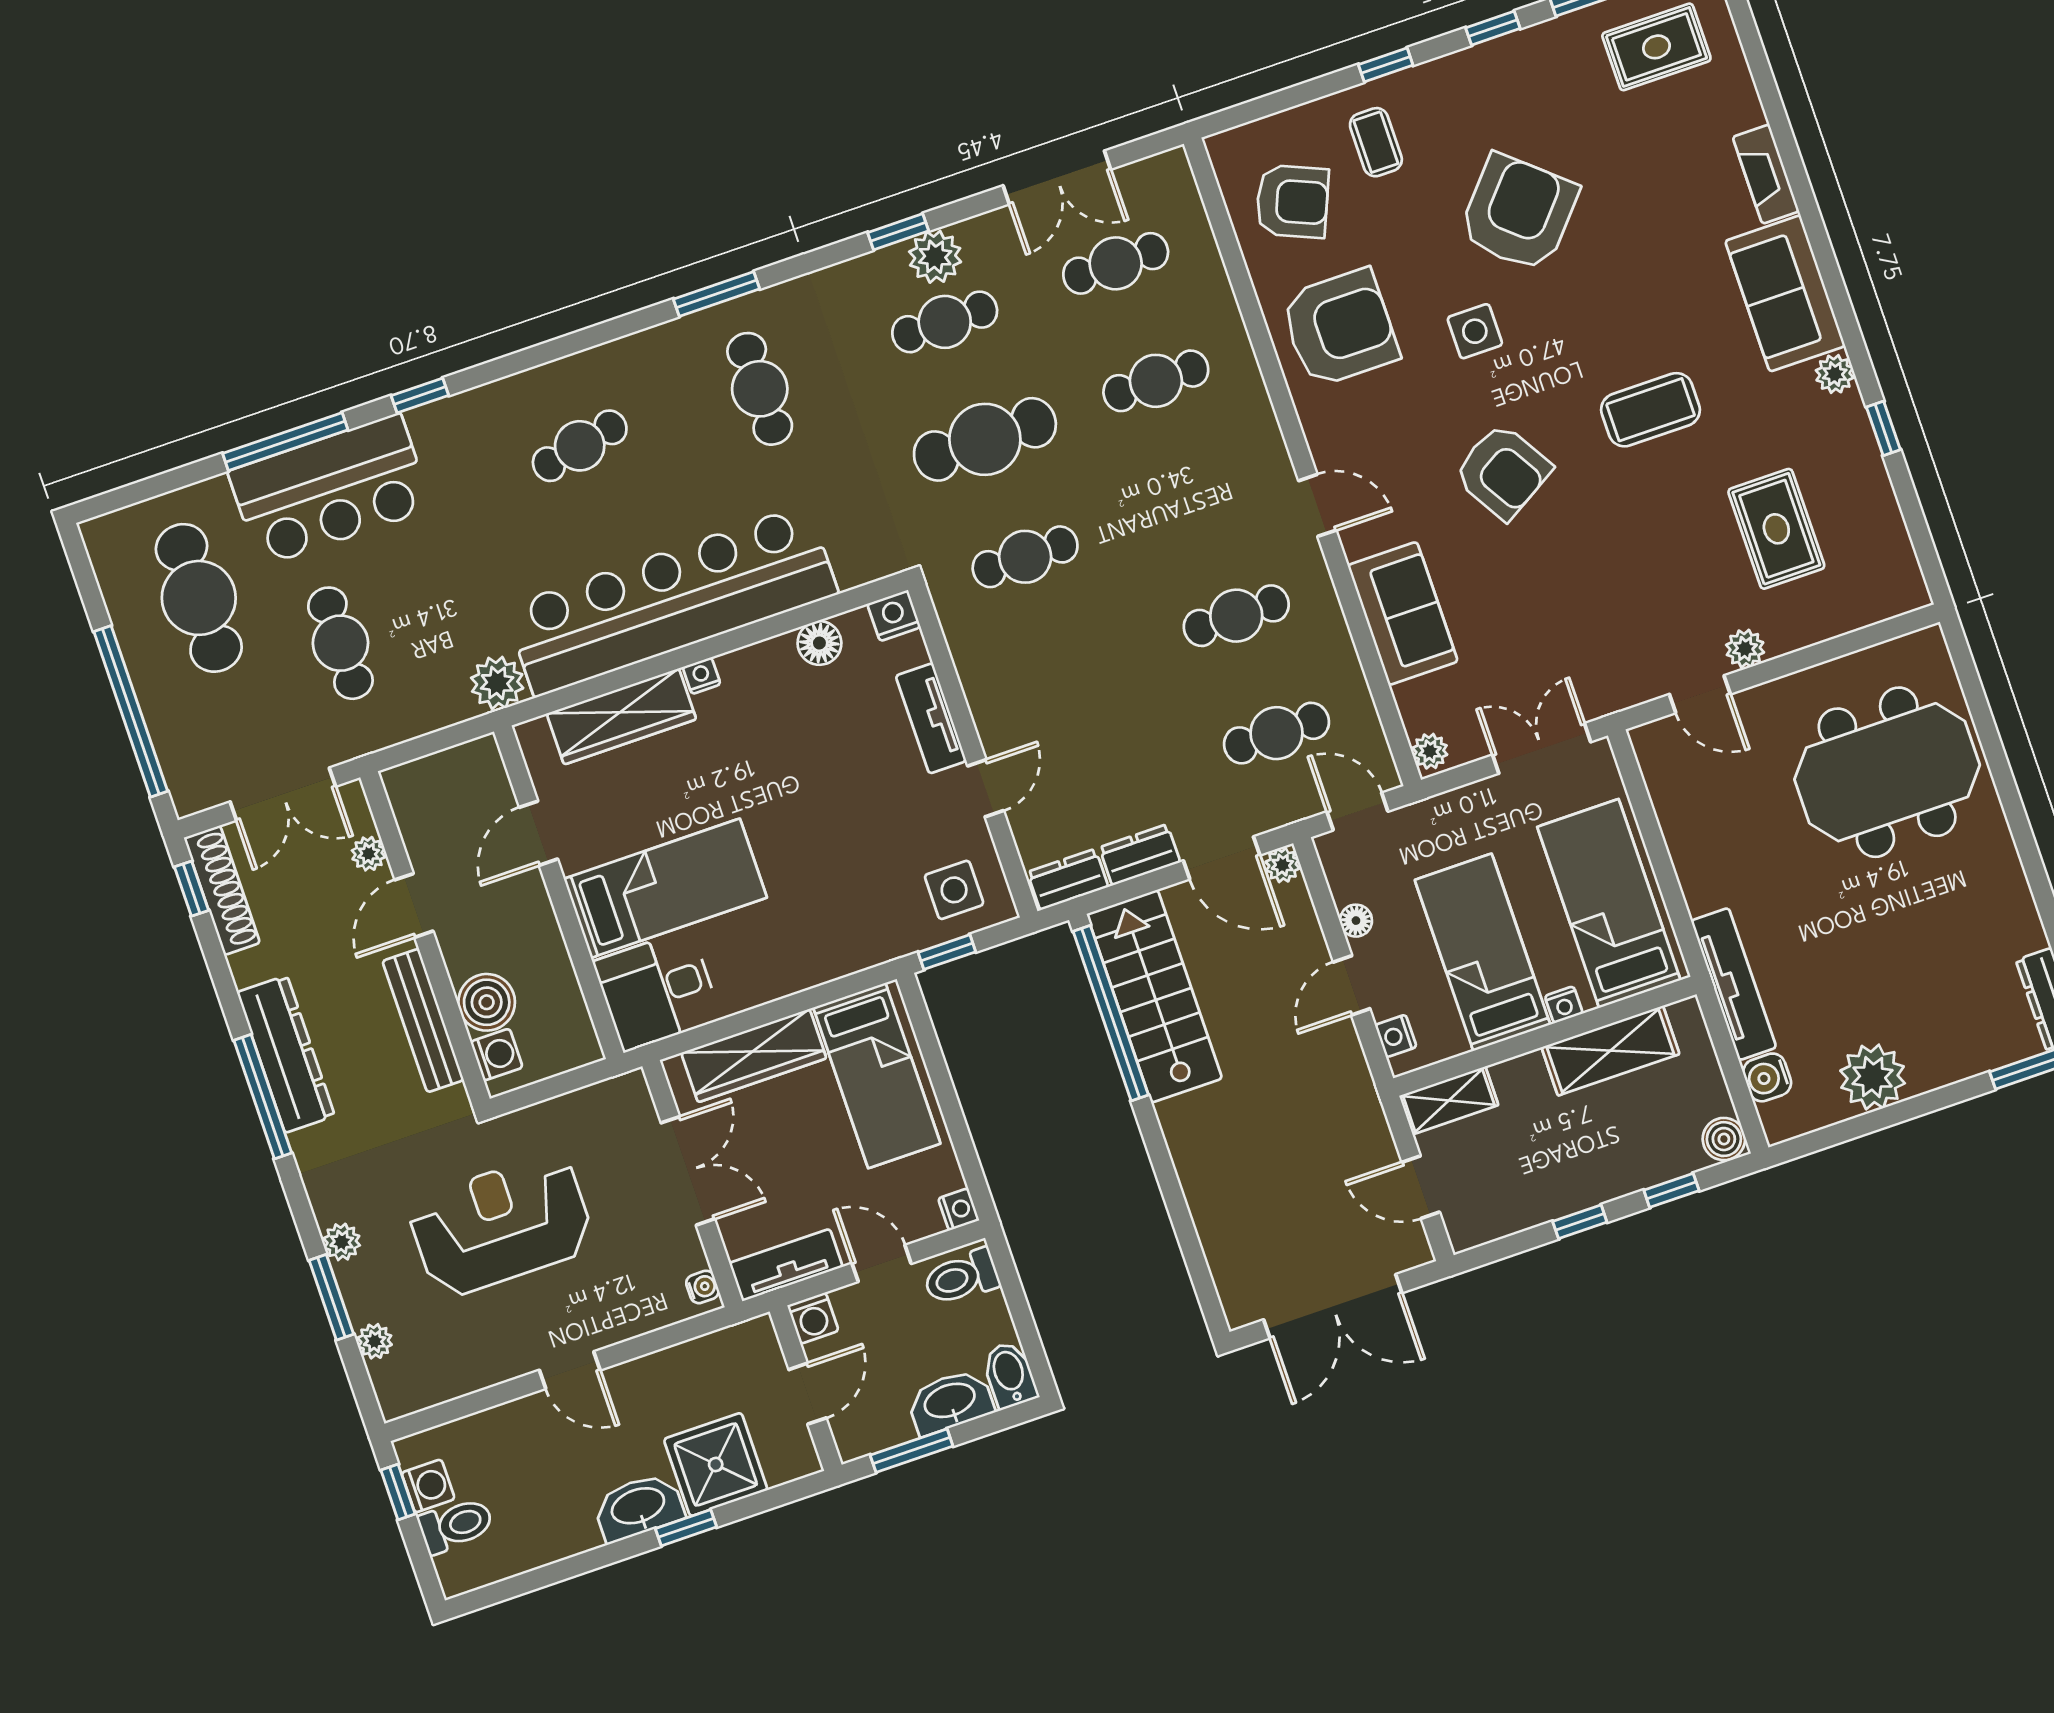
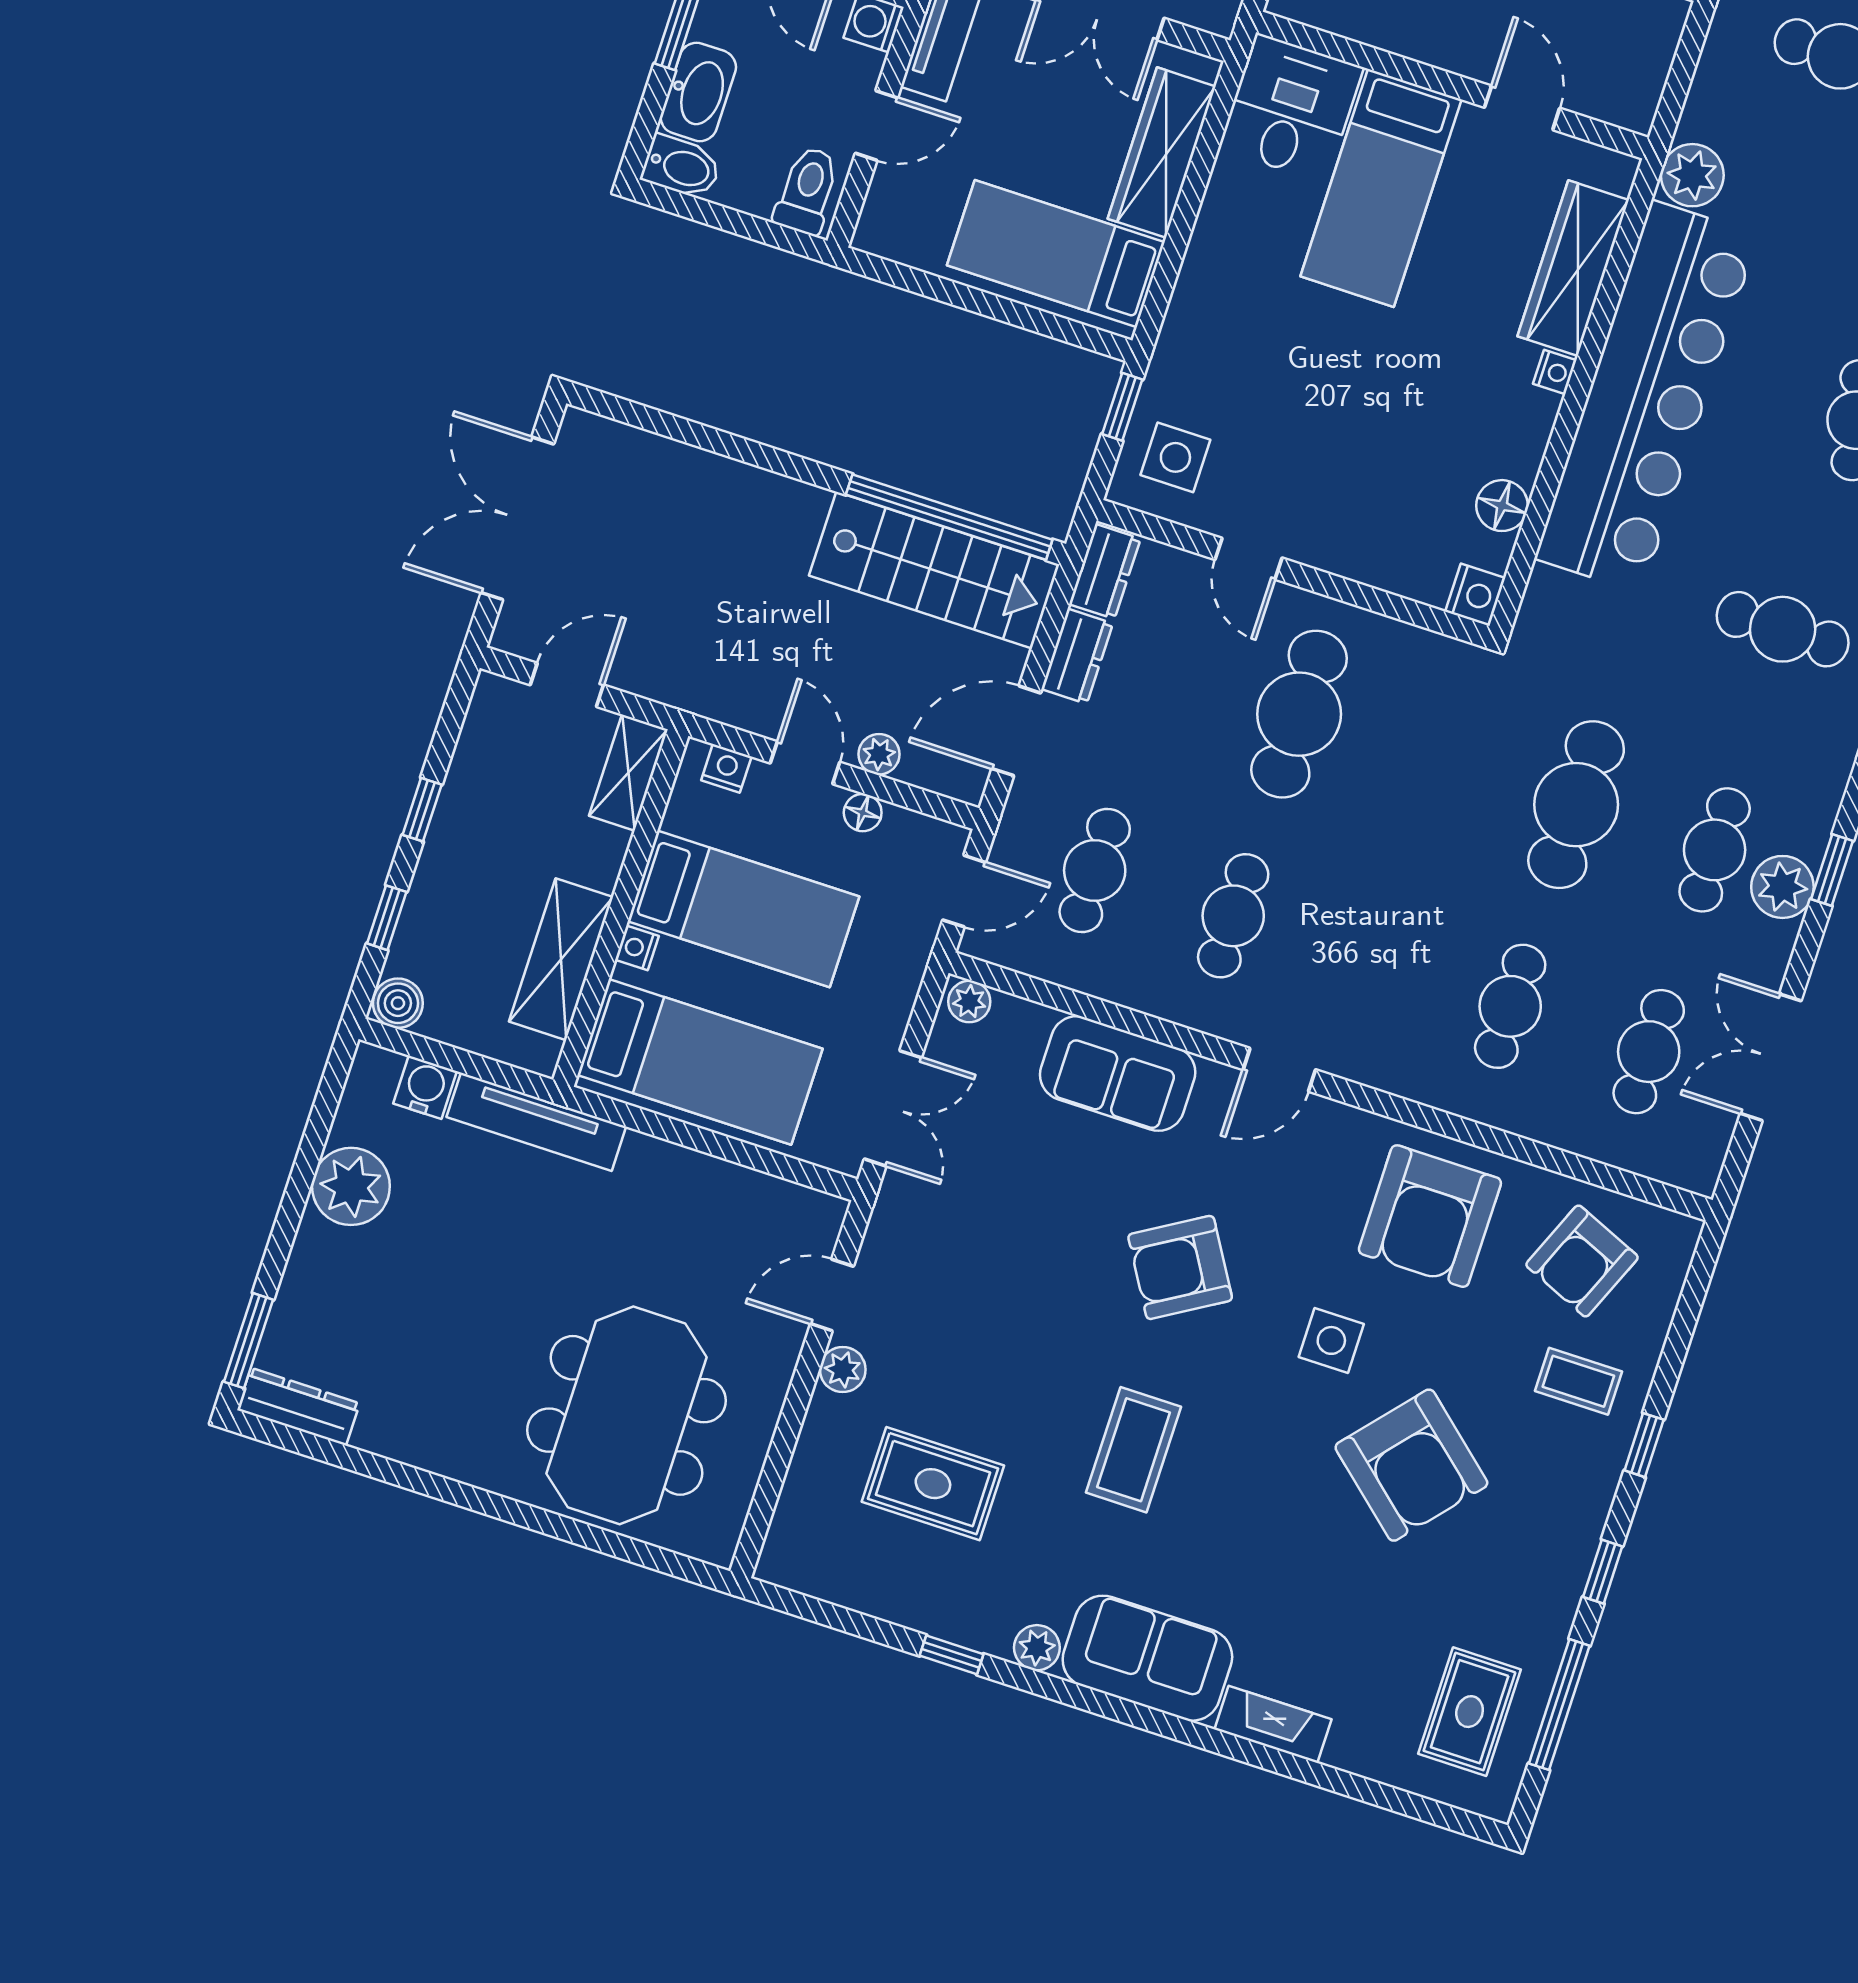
cafe table: (1025, 557) -> (1299, 714), moved, width x1.37, depth x1.35
tv unit: (931, 718) -> (1353, 557), removed
plant: (1282, 865) -> (879, 754), moved
nightstand: (959, 1209) -> (873, 236), removed

